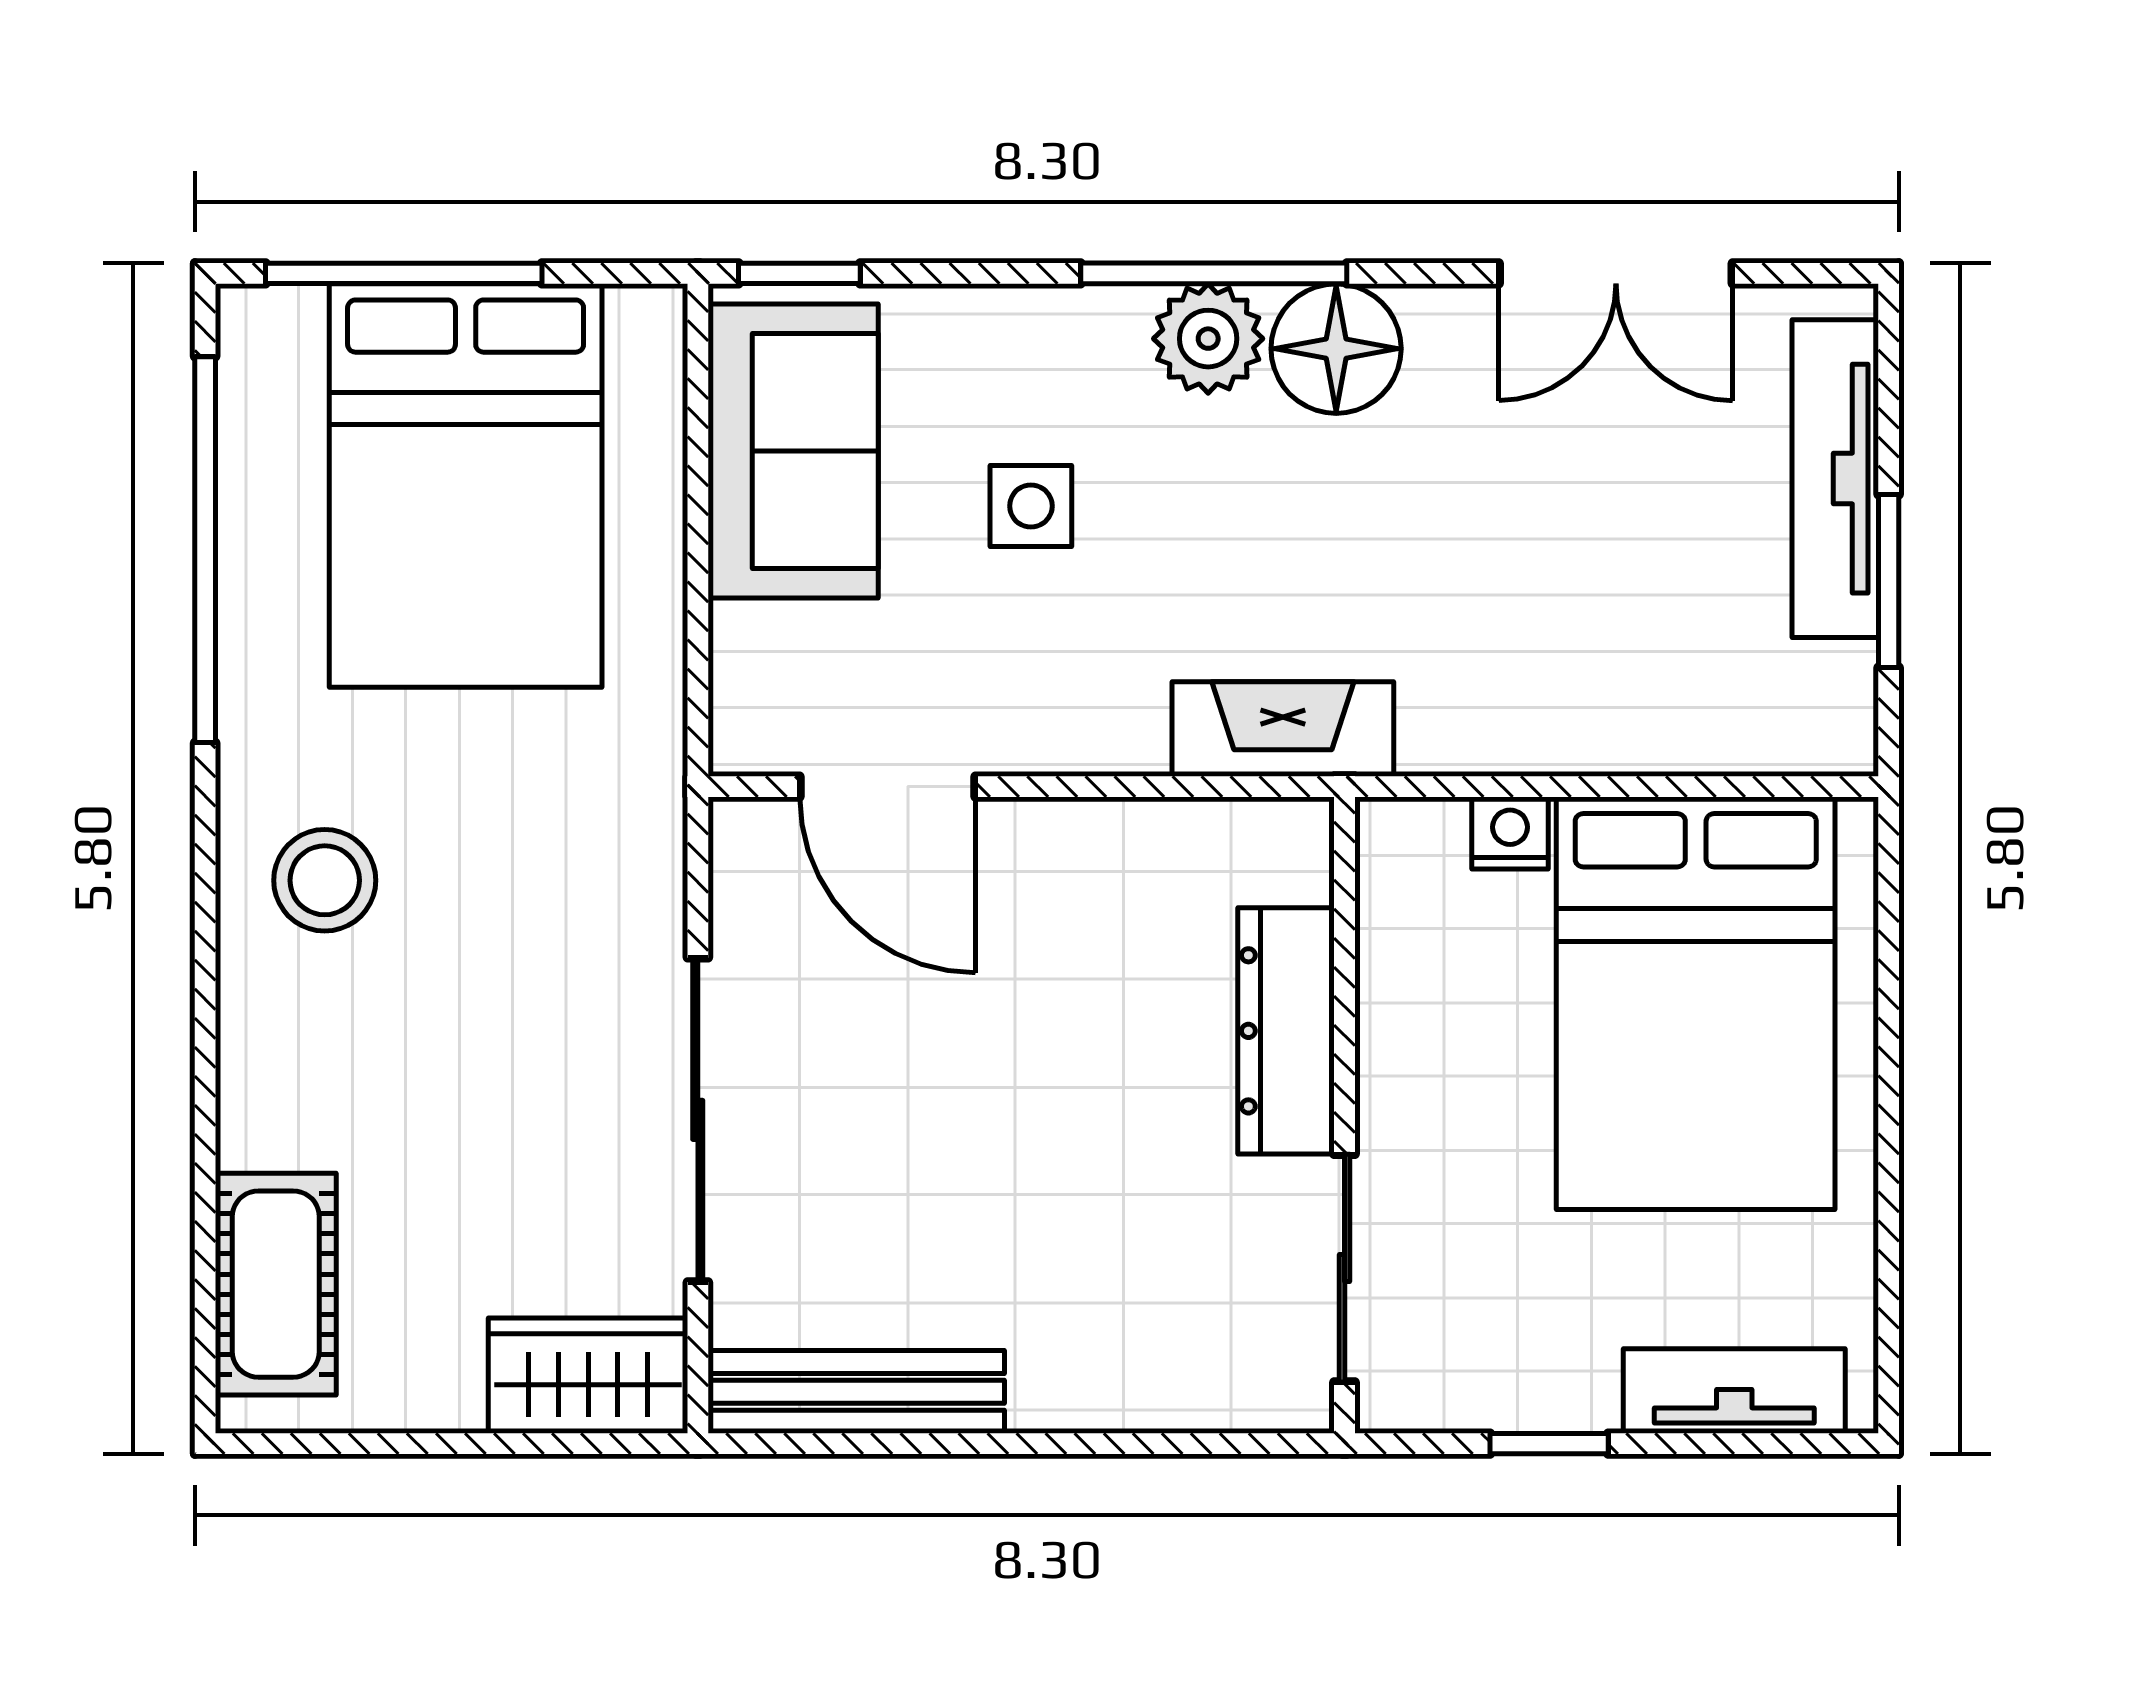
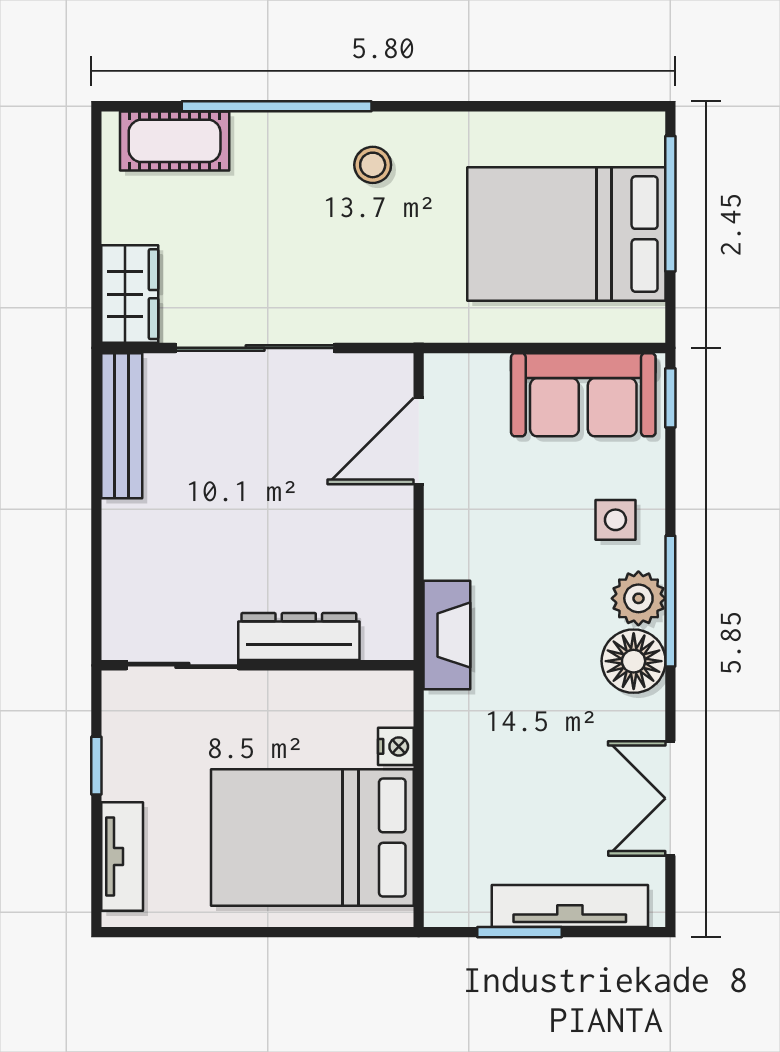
side table: (1031, 506) -> (615, 520), moved
window: (205, 550) -> (277, 106), moved
stool: (325, 880) -> (373, 165), width x0.73, depth x0.73

